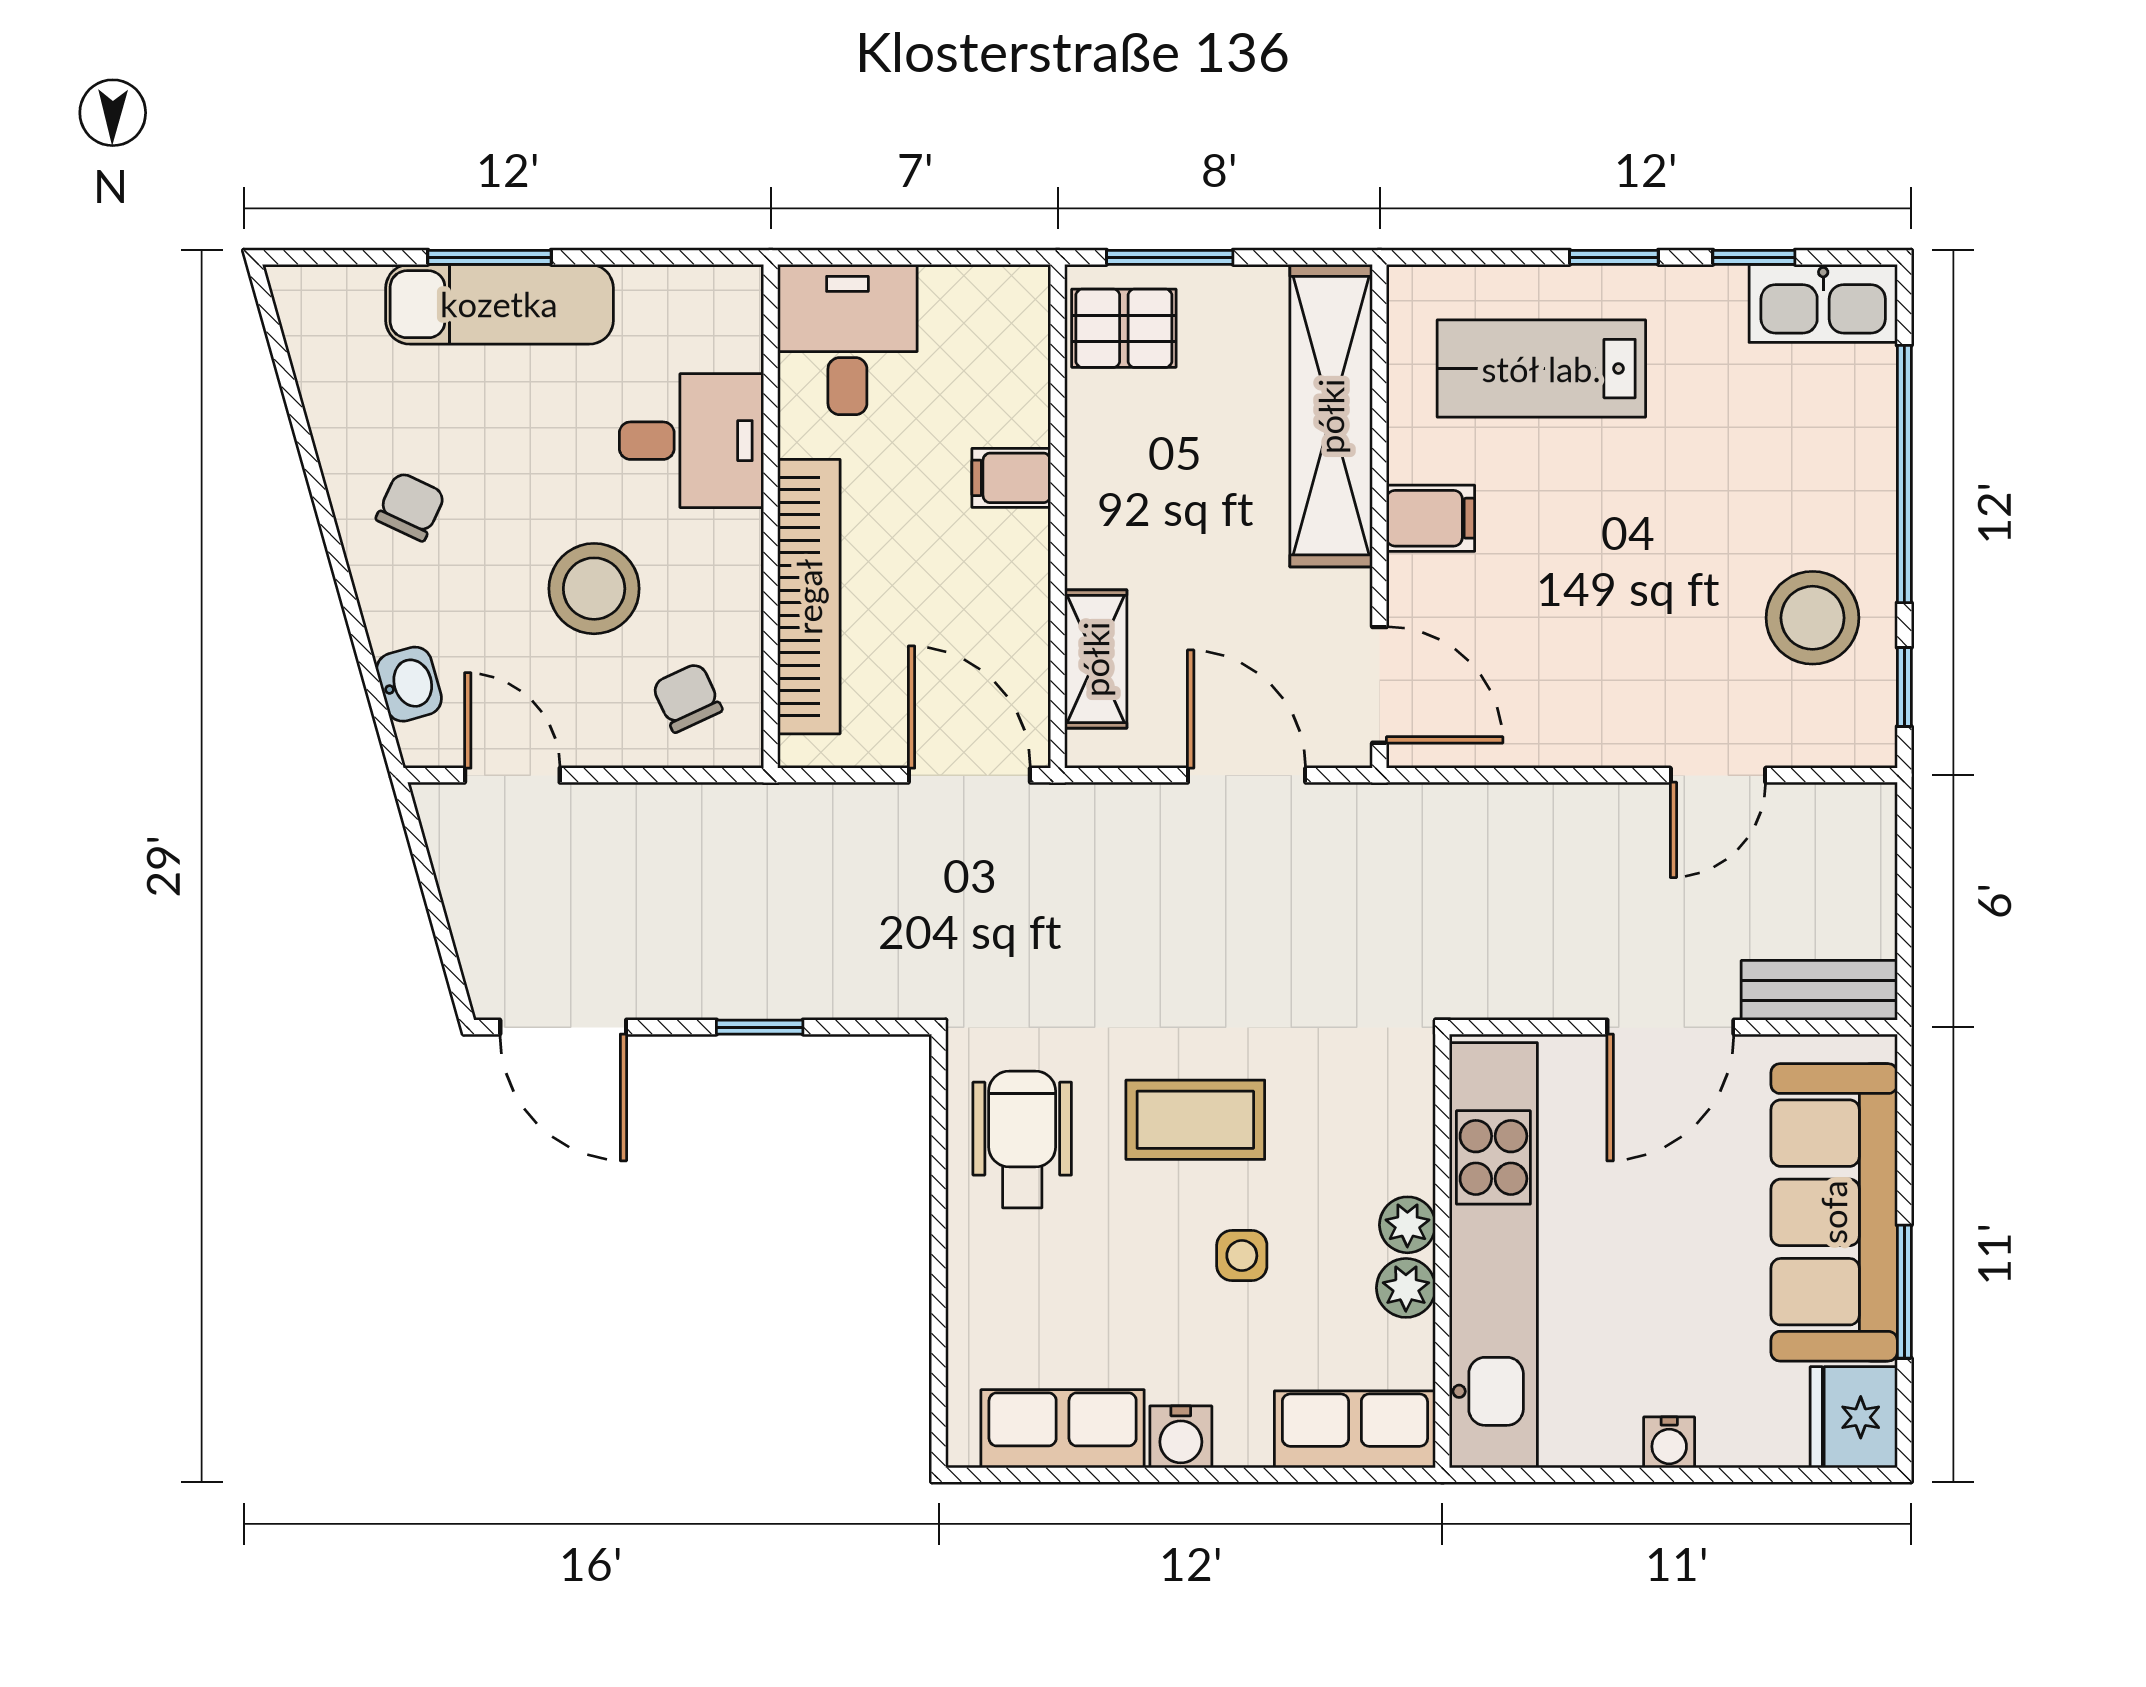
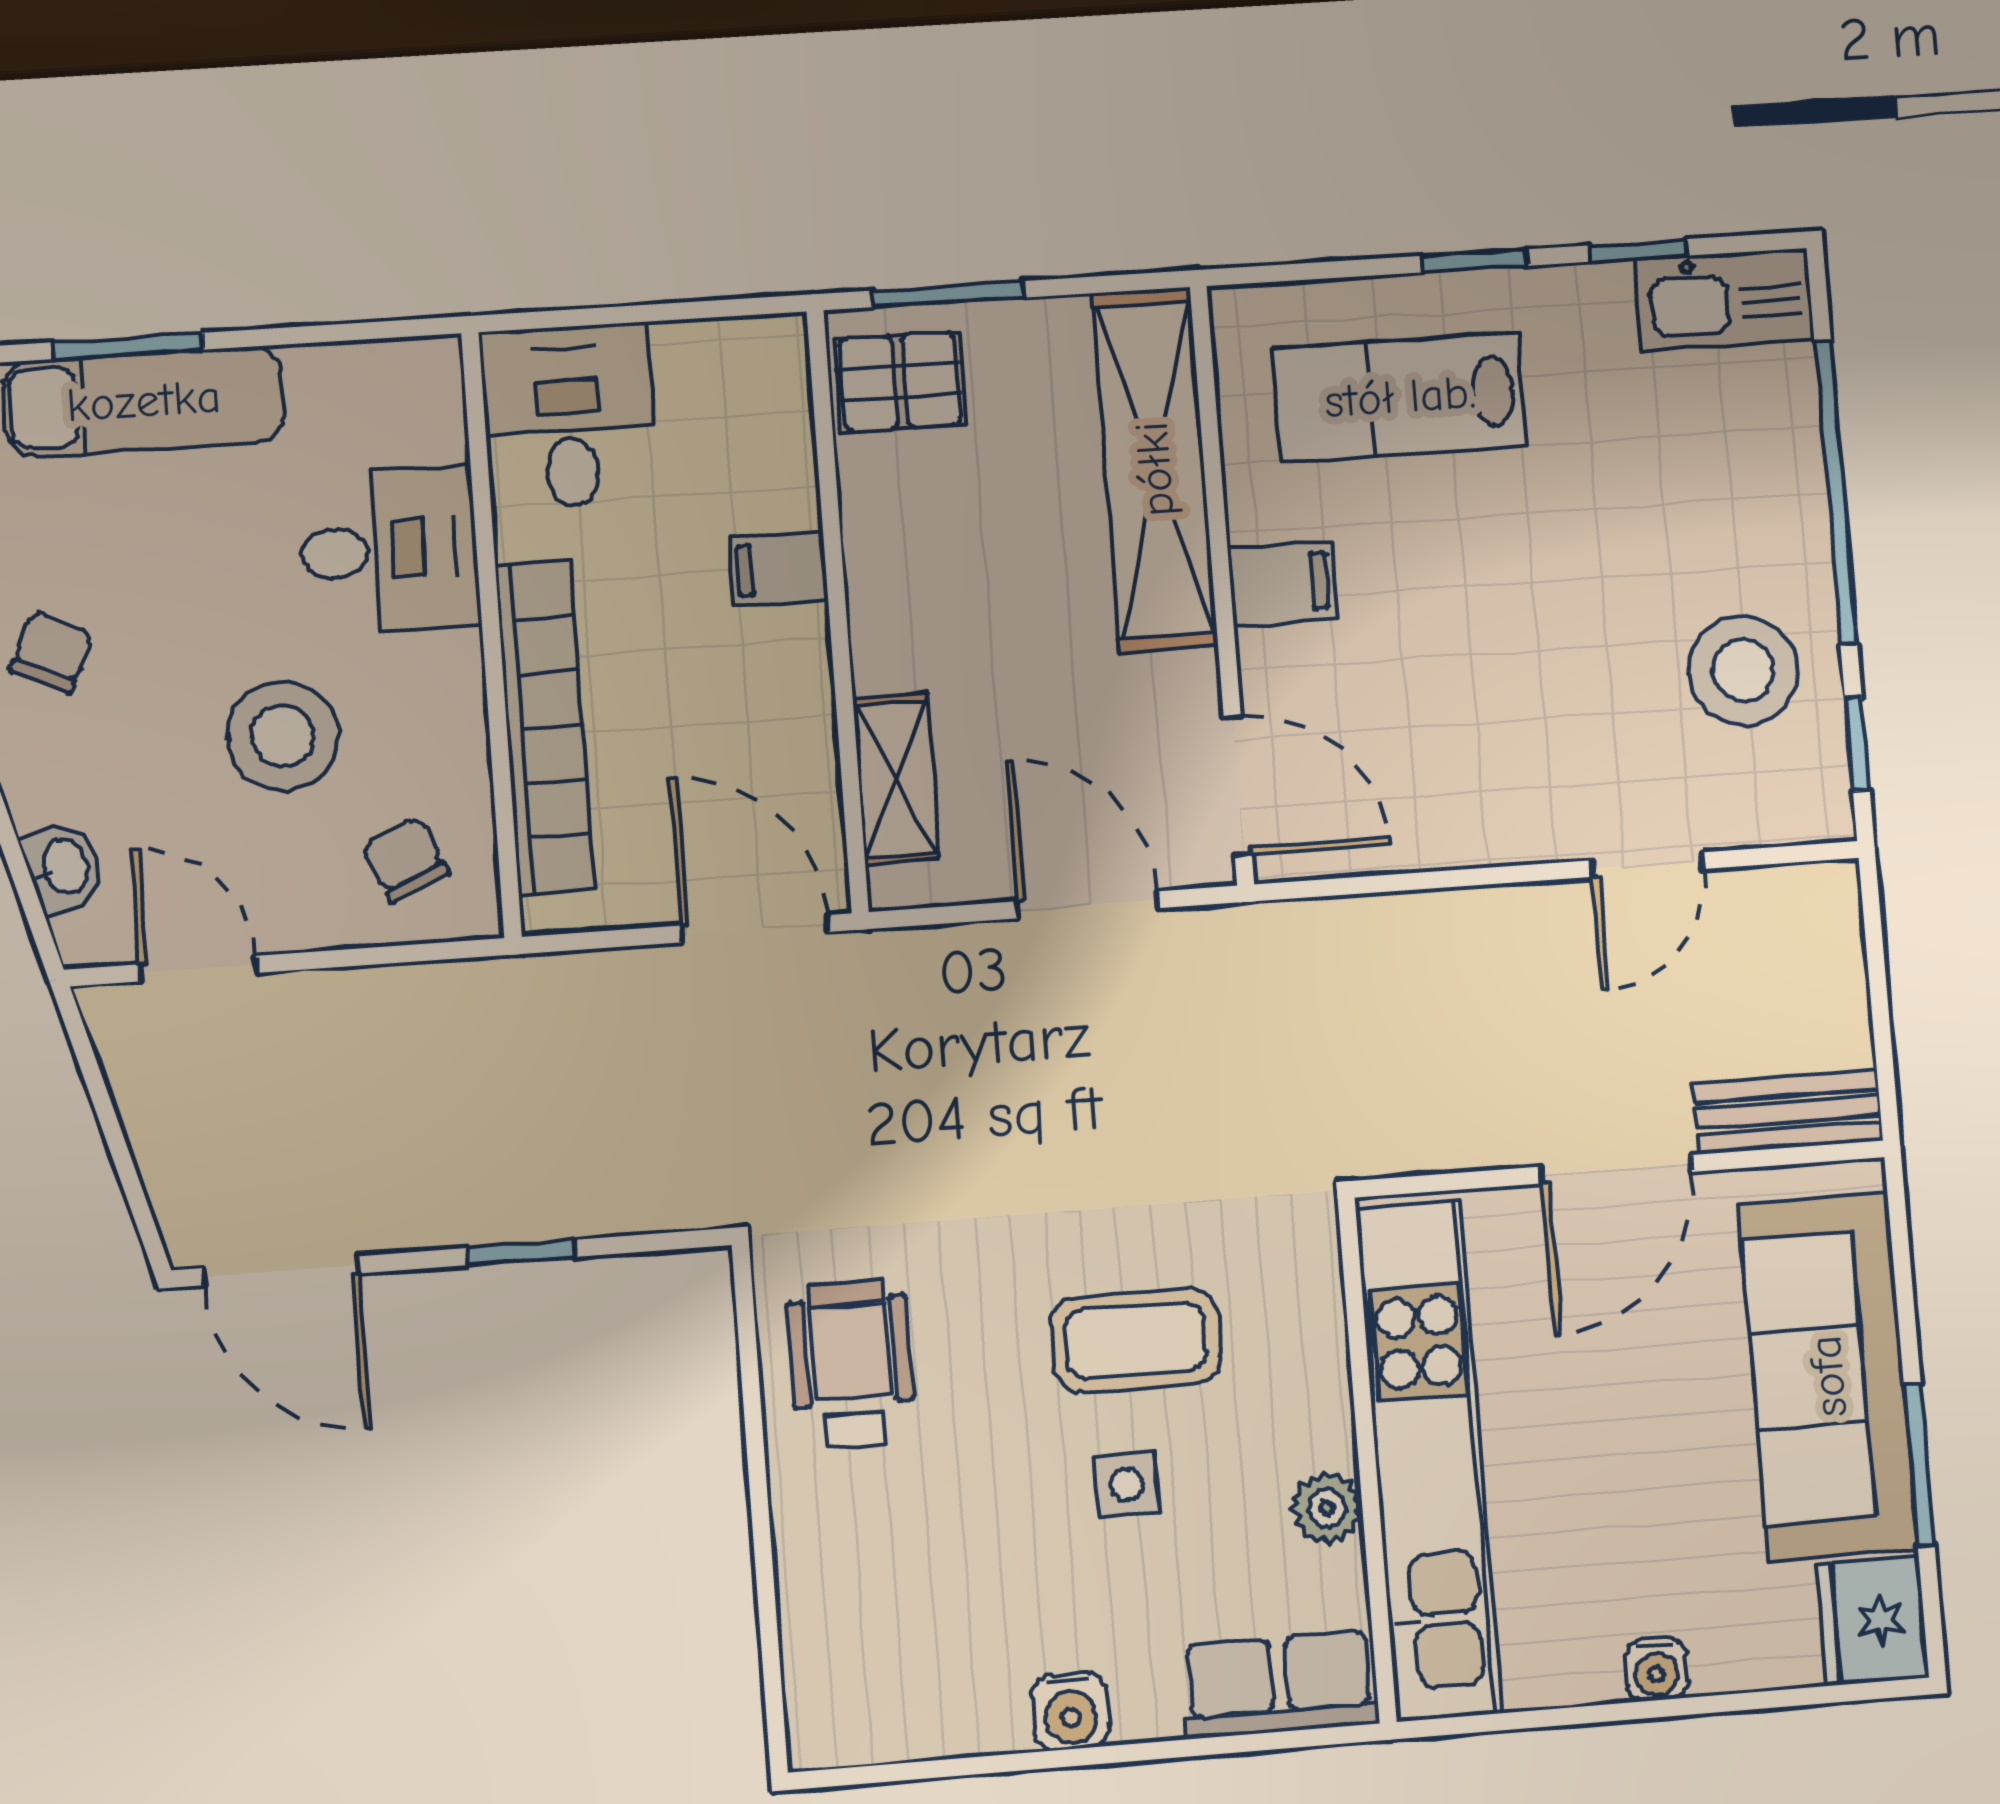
coffee table: (1195, 1120) -> (1136, 1340), moved
plant: (1407, 1225) -> (1323, 1431), removed
row of seats: (1063, 1429) -> (926, 1713), removed

